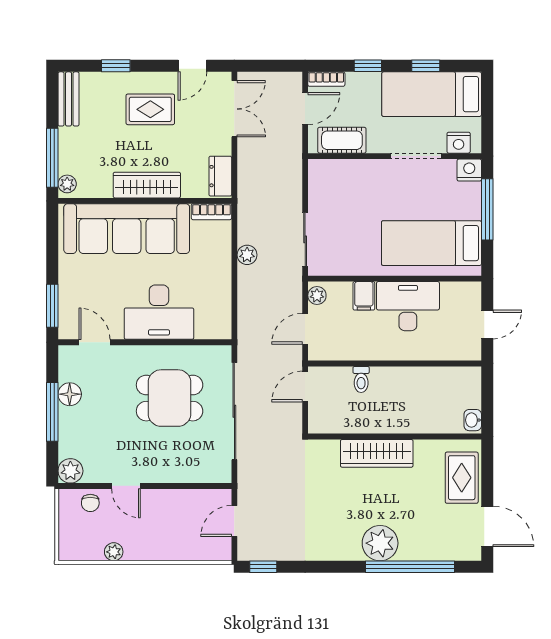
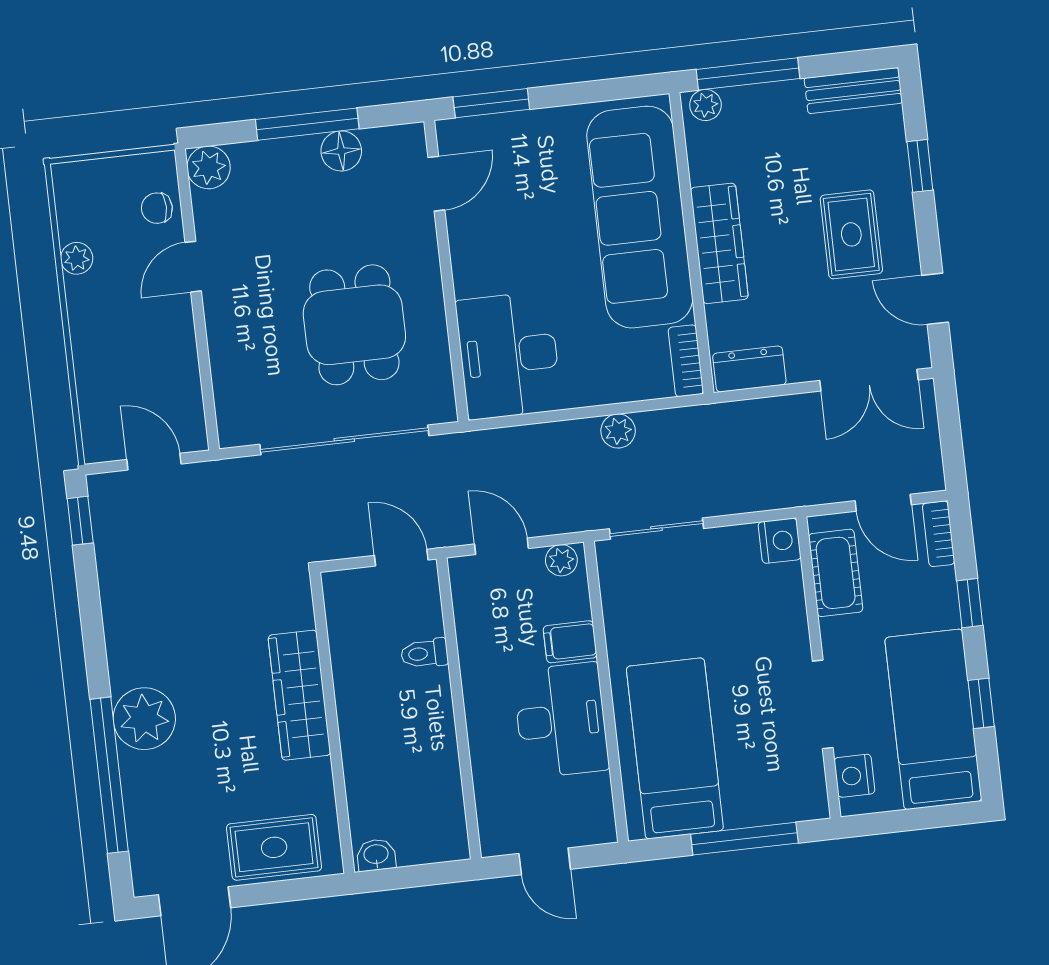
nightstand: (469, 170) -> (780, 541), moved
desk: (159, 312) -> (509, 355), moved

